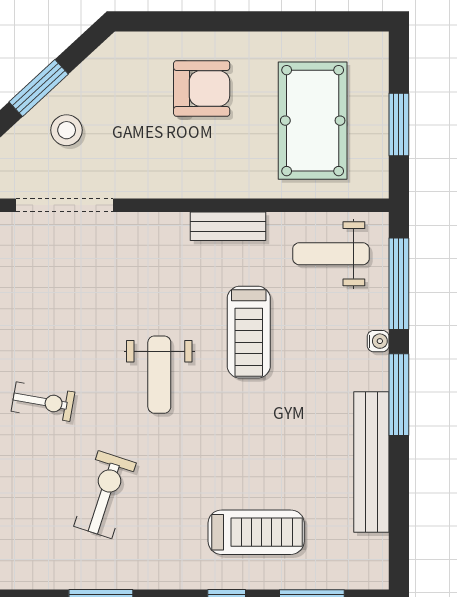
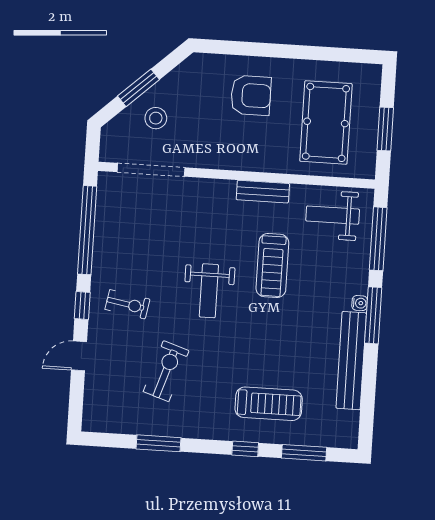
water cooler: (378, 341) -> (360, 303), moved

